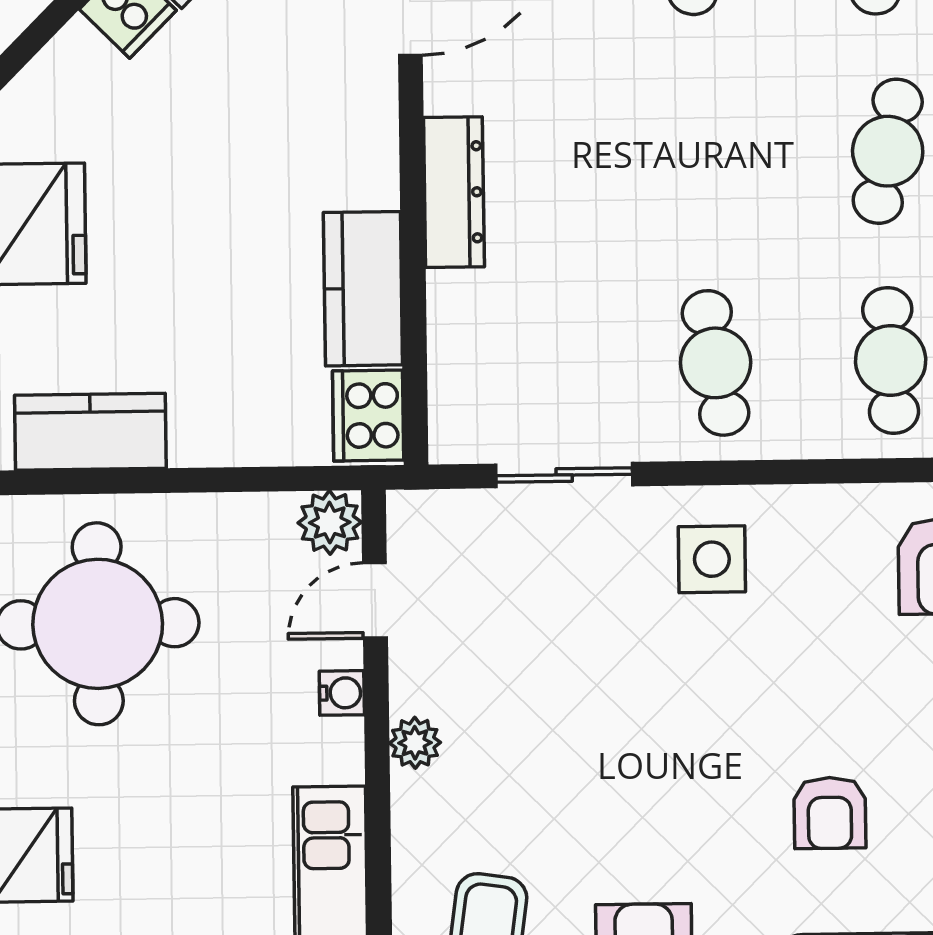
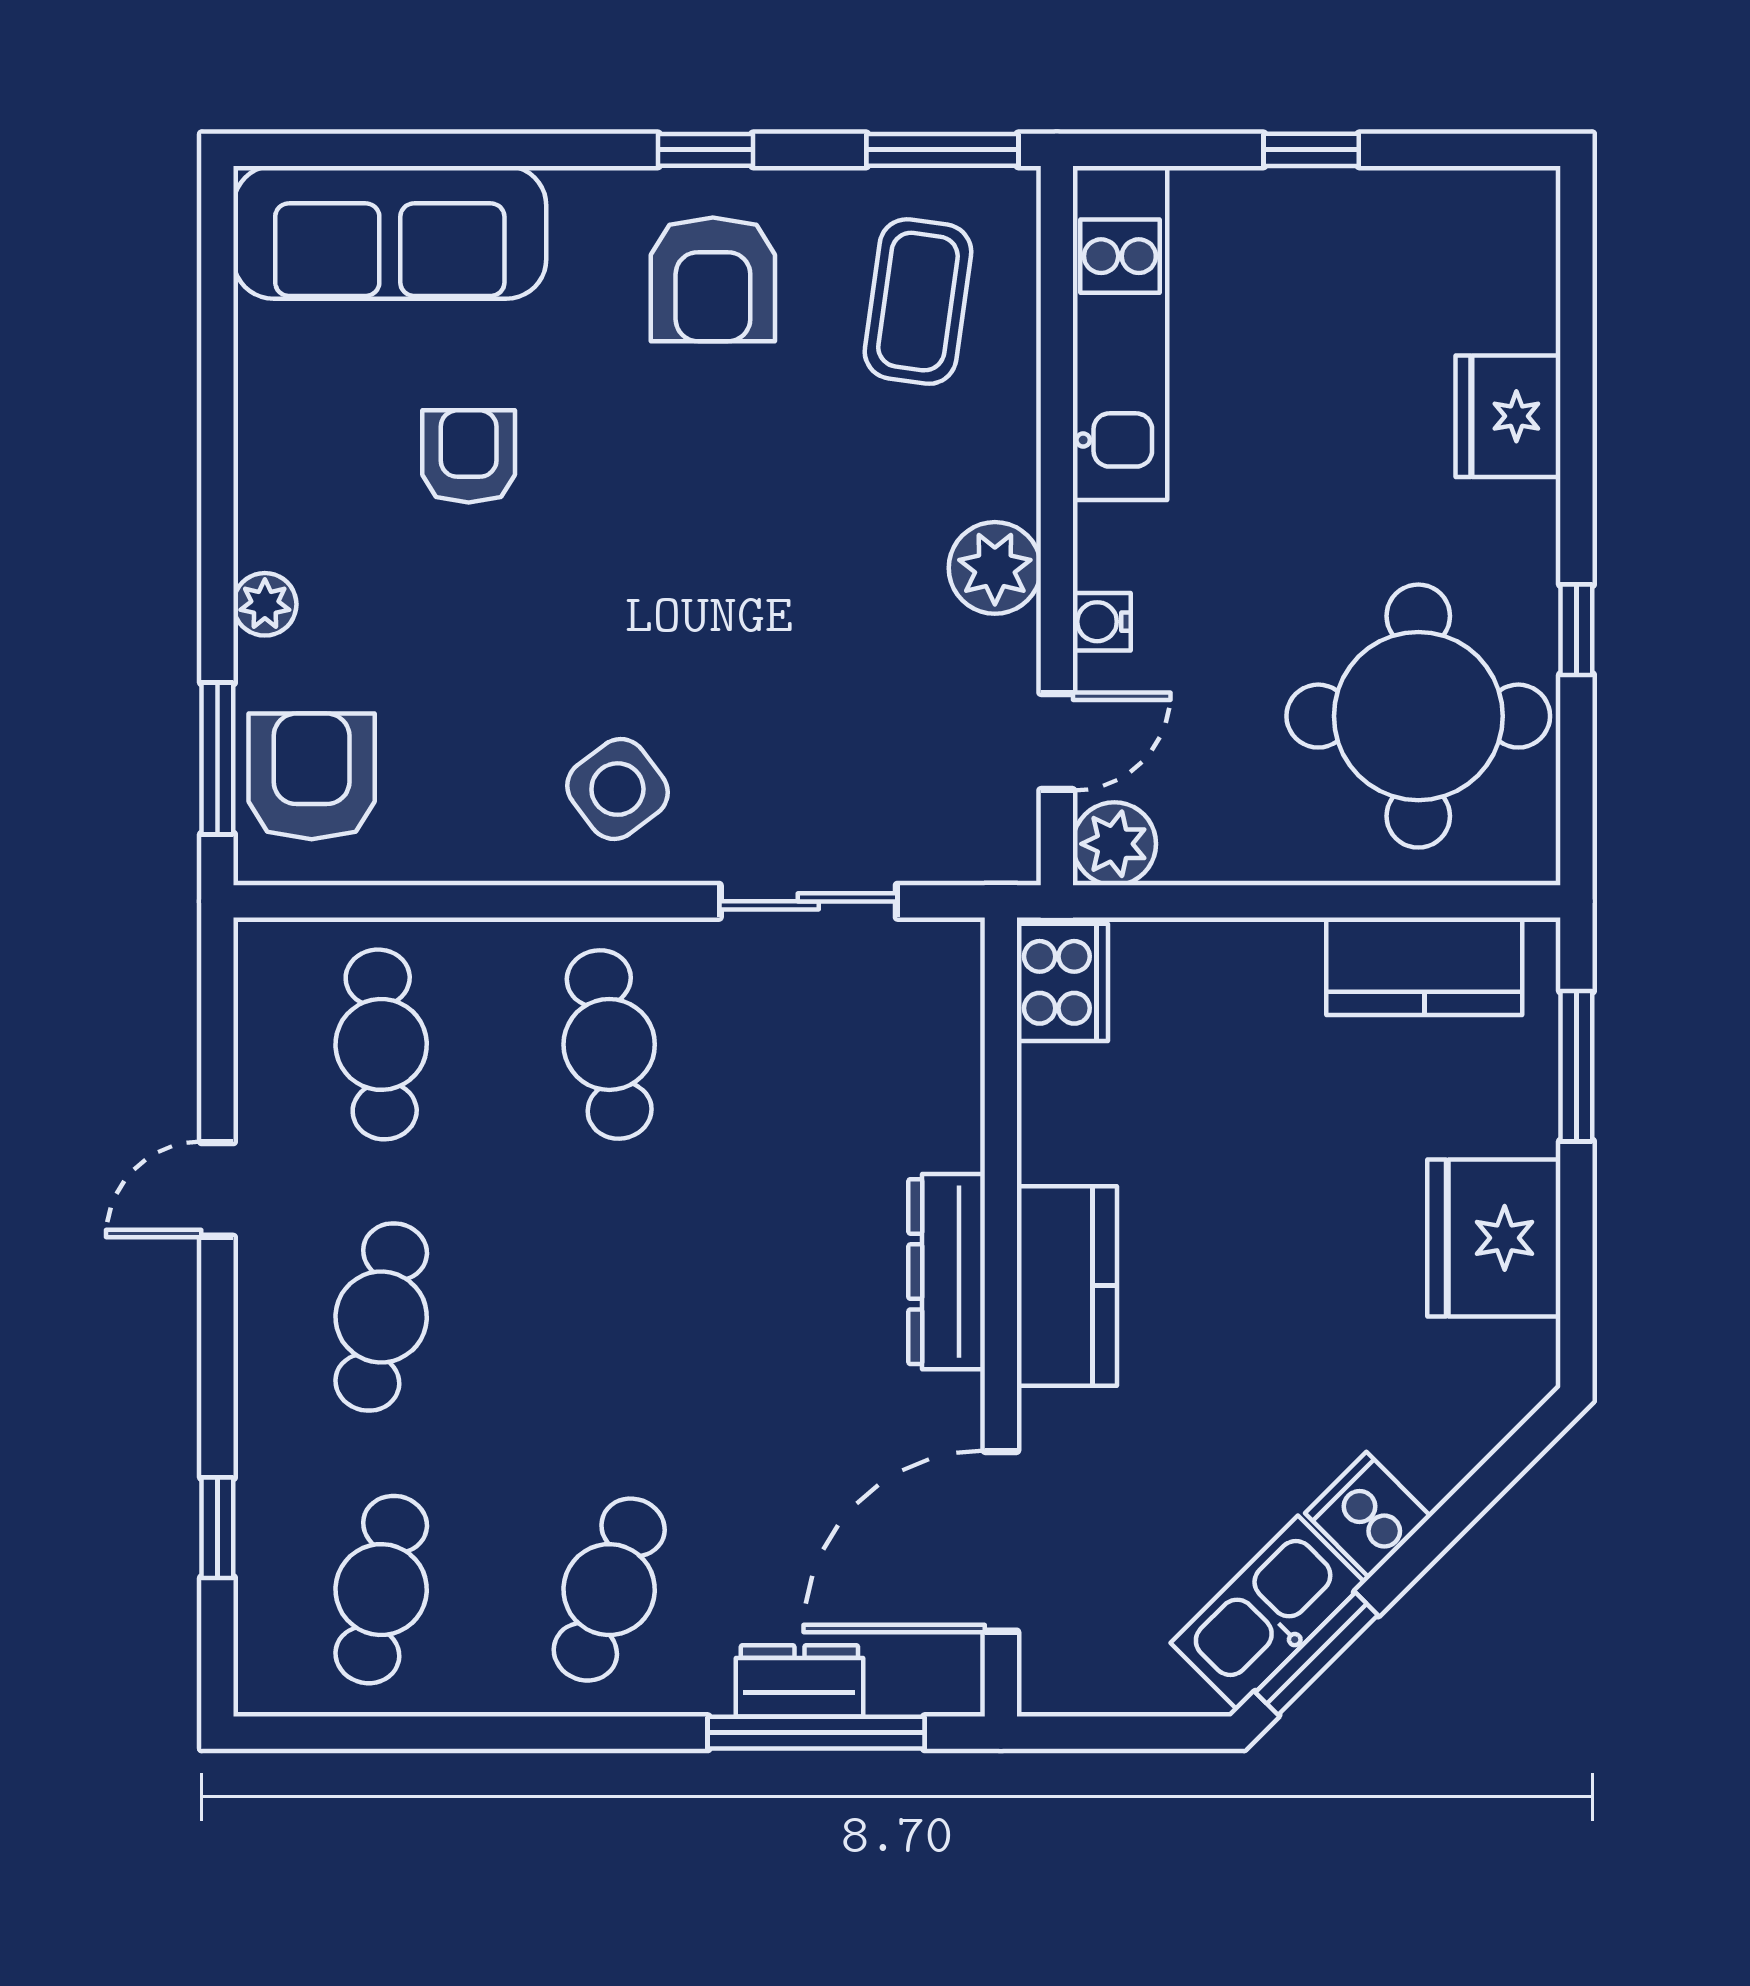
kitchen counter: (363, 289) -> (1067, 1286), moved
side table: (712, 559) -> (617, 789), turned -37
plant: (415, 743) -> (995, 568), width x1.38, depth x1.38

